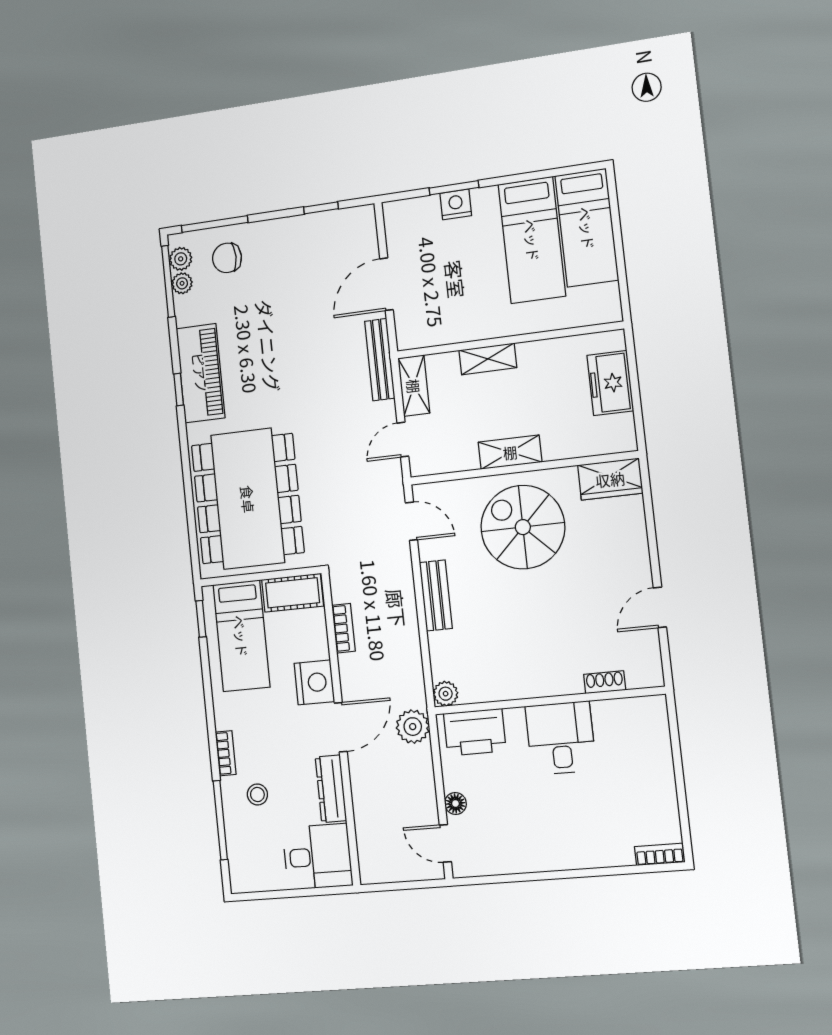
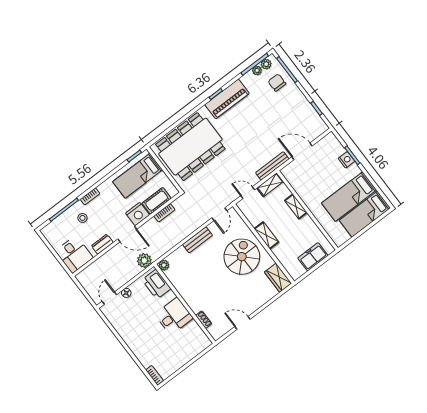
cot: (293, 593) -> (157, 201), moved, turned 90
dresser: (331, 789) -> (102, 244), width x0.70

